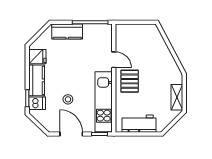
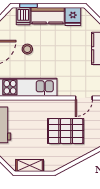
door: (114, 60) -> (84, 98), moved
pallet: (130, 81) -> (66, 131), moved, width x1.50, depth x1.42

